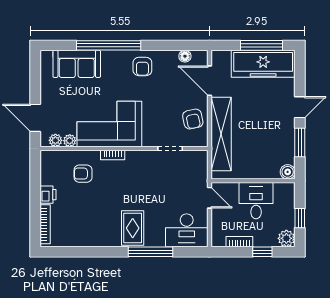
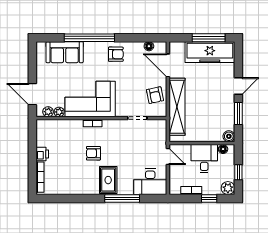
armchair: (142, 66) -> (116, 54), turned -90
armchair: (83, 174) -> (93, 153), moved
floor lamp: (280, 188) -> (223, 149), added

